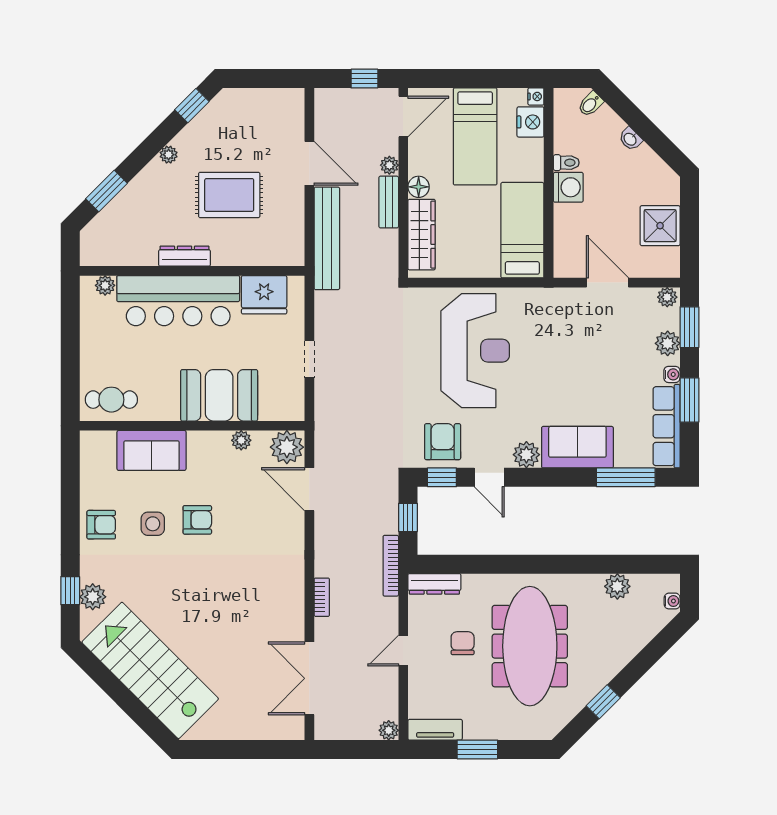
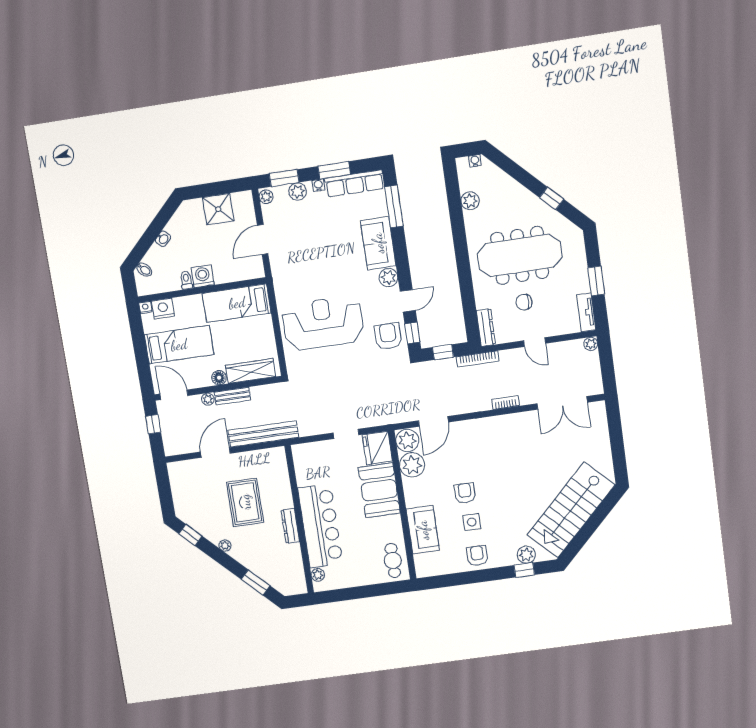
fridge: (264, 295) -> (377, 448), moved, turned 180
plant: (241, 440) -> (412, 465), width x1.88, depth x1.88
armchair: (443, 442) -> (388, 336), turned 90

